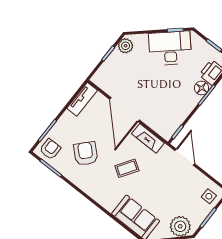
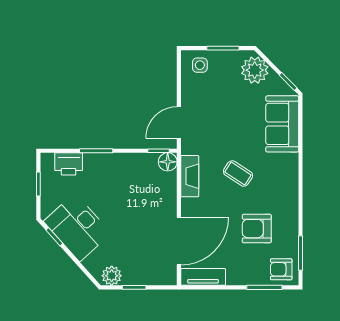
floor lamp: (202, 88) -> (168, 162), moved
door: (125, 110) -> (179, 241), moved
armchair: (86, 154) -> (257, 229), turned 47

